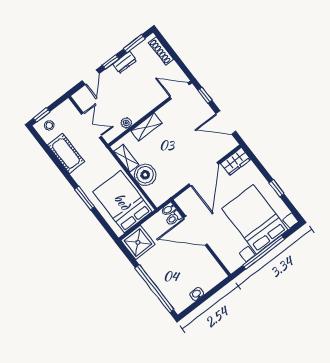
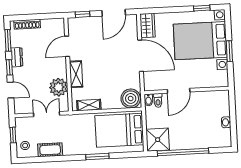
door: (180, 91) -> (67, 46), moved
window: (42, 115) -> (13, 135), moved
plant: (126, 123) -> (58, 87), width x1.88, depth x1.88
cot: (66, 153) -> (50, 150), width x0.73, depth x0.75
boiler: (145, 175) -> (131, 98), moved
window: (276, 188) -> (202, 8), moved
door: (196, 231) -> (179, 91), width x0.73
window: (264, 252) -> (229, 51), width x0.47
window: (155, 289) -> (183, 152), moved

